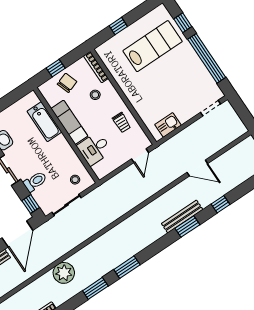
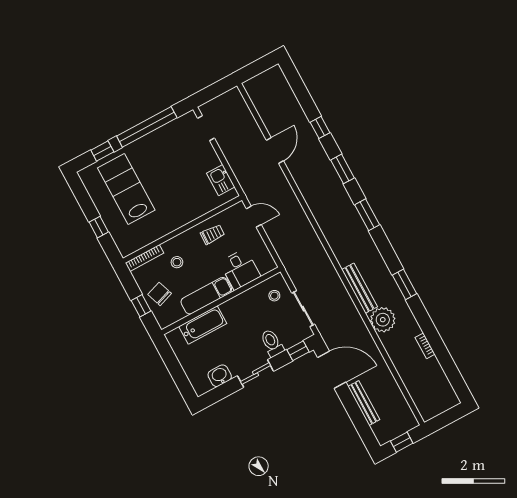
bench: (182, 217) -> (360, 288), moved
window: (127, 267) -> (367, 215), moved

